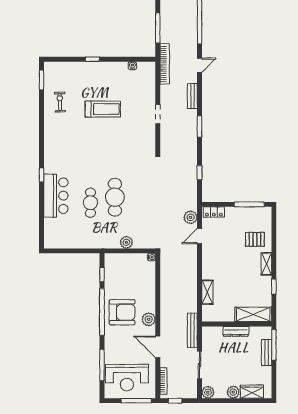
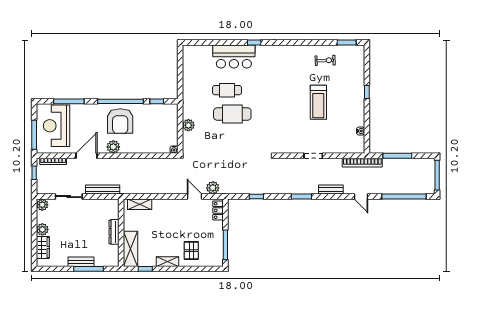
shelving: (253, 314) -> (131, 249), moved
wall: (237, 324) -> (121, 233), moved
dresser: (236, 331) -> (114, 232), moved

